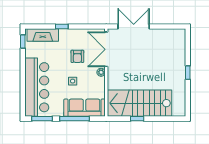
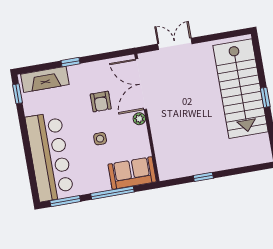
double door: (134, 27) -> (175, 44), width x0.73
stairs: (139, 103) -> (241, 89), moved, turned -90
sofa: (85, 108) -> (132, 173), width x0.73

